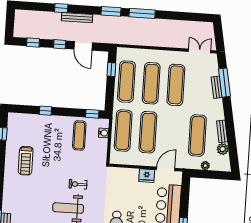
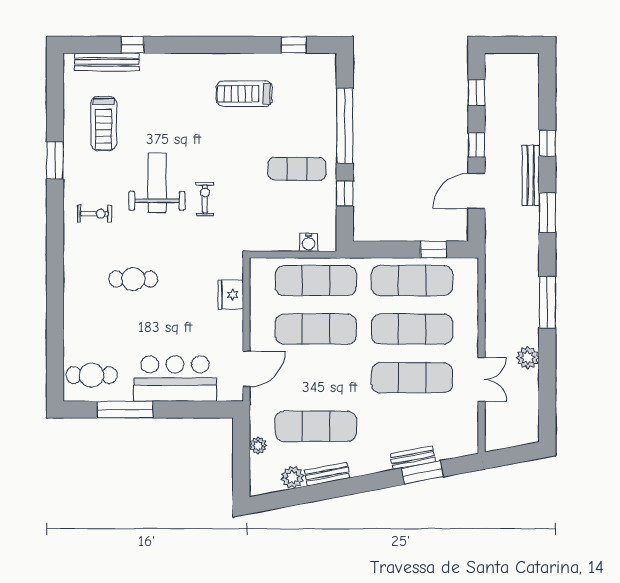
window: (111, 11) -> (547, 213), moved
plant: (170, 25) -> (528, 358), added
double door: (200, 51) -> (481, 379), moved
window: (224, 83) -> (423, 472), width x0.69
window: (45, 111) -> (345, 126), width x3.17
window: (92, 114) -> (345, 194), moved
exercise mat: (79, 135) -> (297, 169), moved
door: (166, 169) -> (246, 369), hinge flipped
fridge: (147, 176) -> (231, 295), moved

